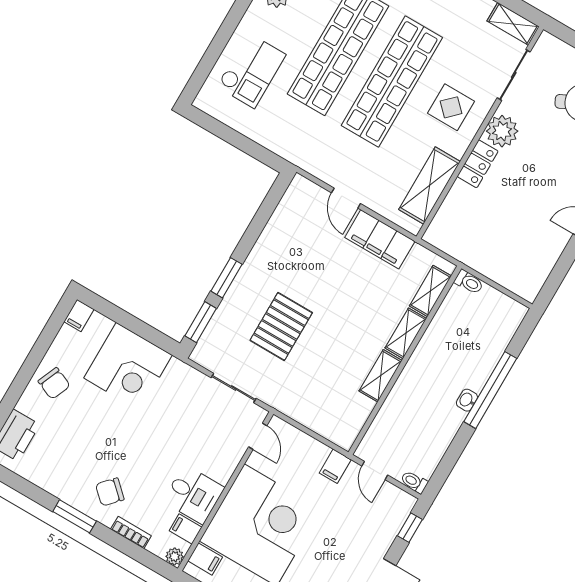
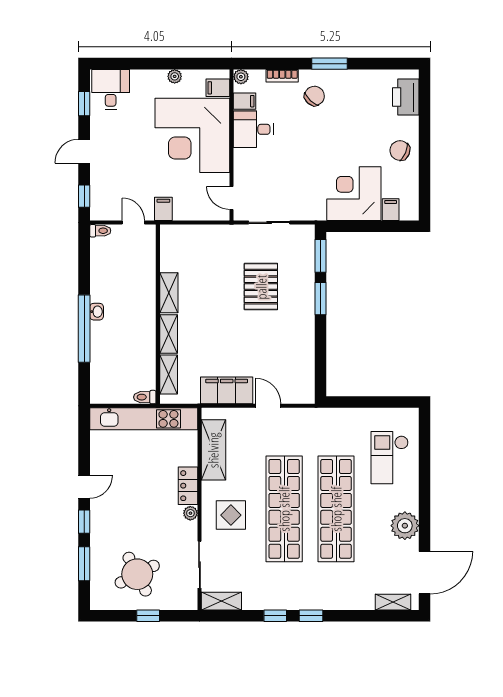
plant: (502, 131) -> (190, 513), width x0.53, depth x0.53
kitchen unit: (483, 260) -> (144, 419), added
filing cabinet: (79, 315) -> (391, 210), moved

